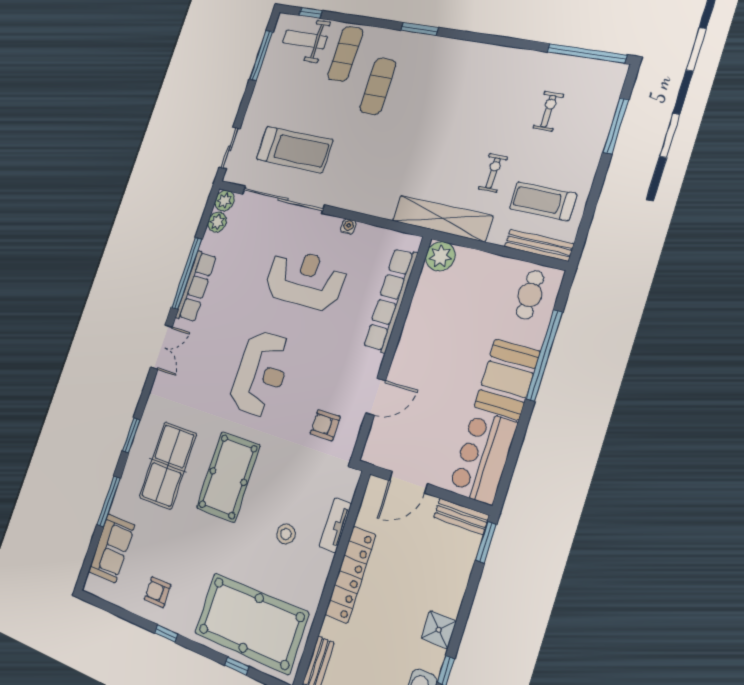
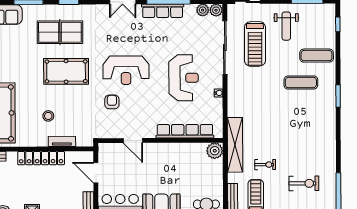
weight bench: (305, 39) -> (286, 26), moved, turned 180
exercise bike: (548, 111) -> (304, 183), width x1.38, depth x1.39
armchair: (325, 425) -> (112, 102), moved

